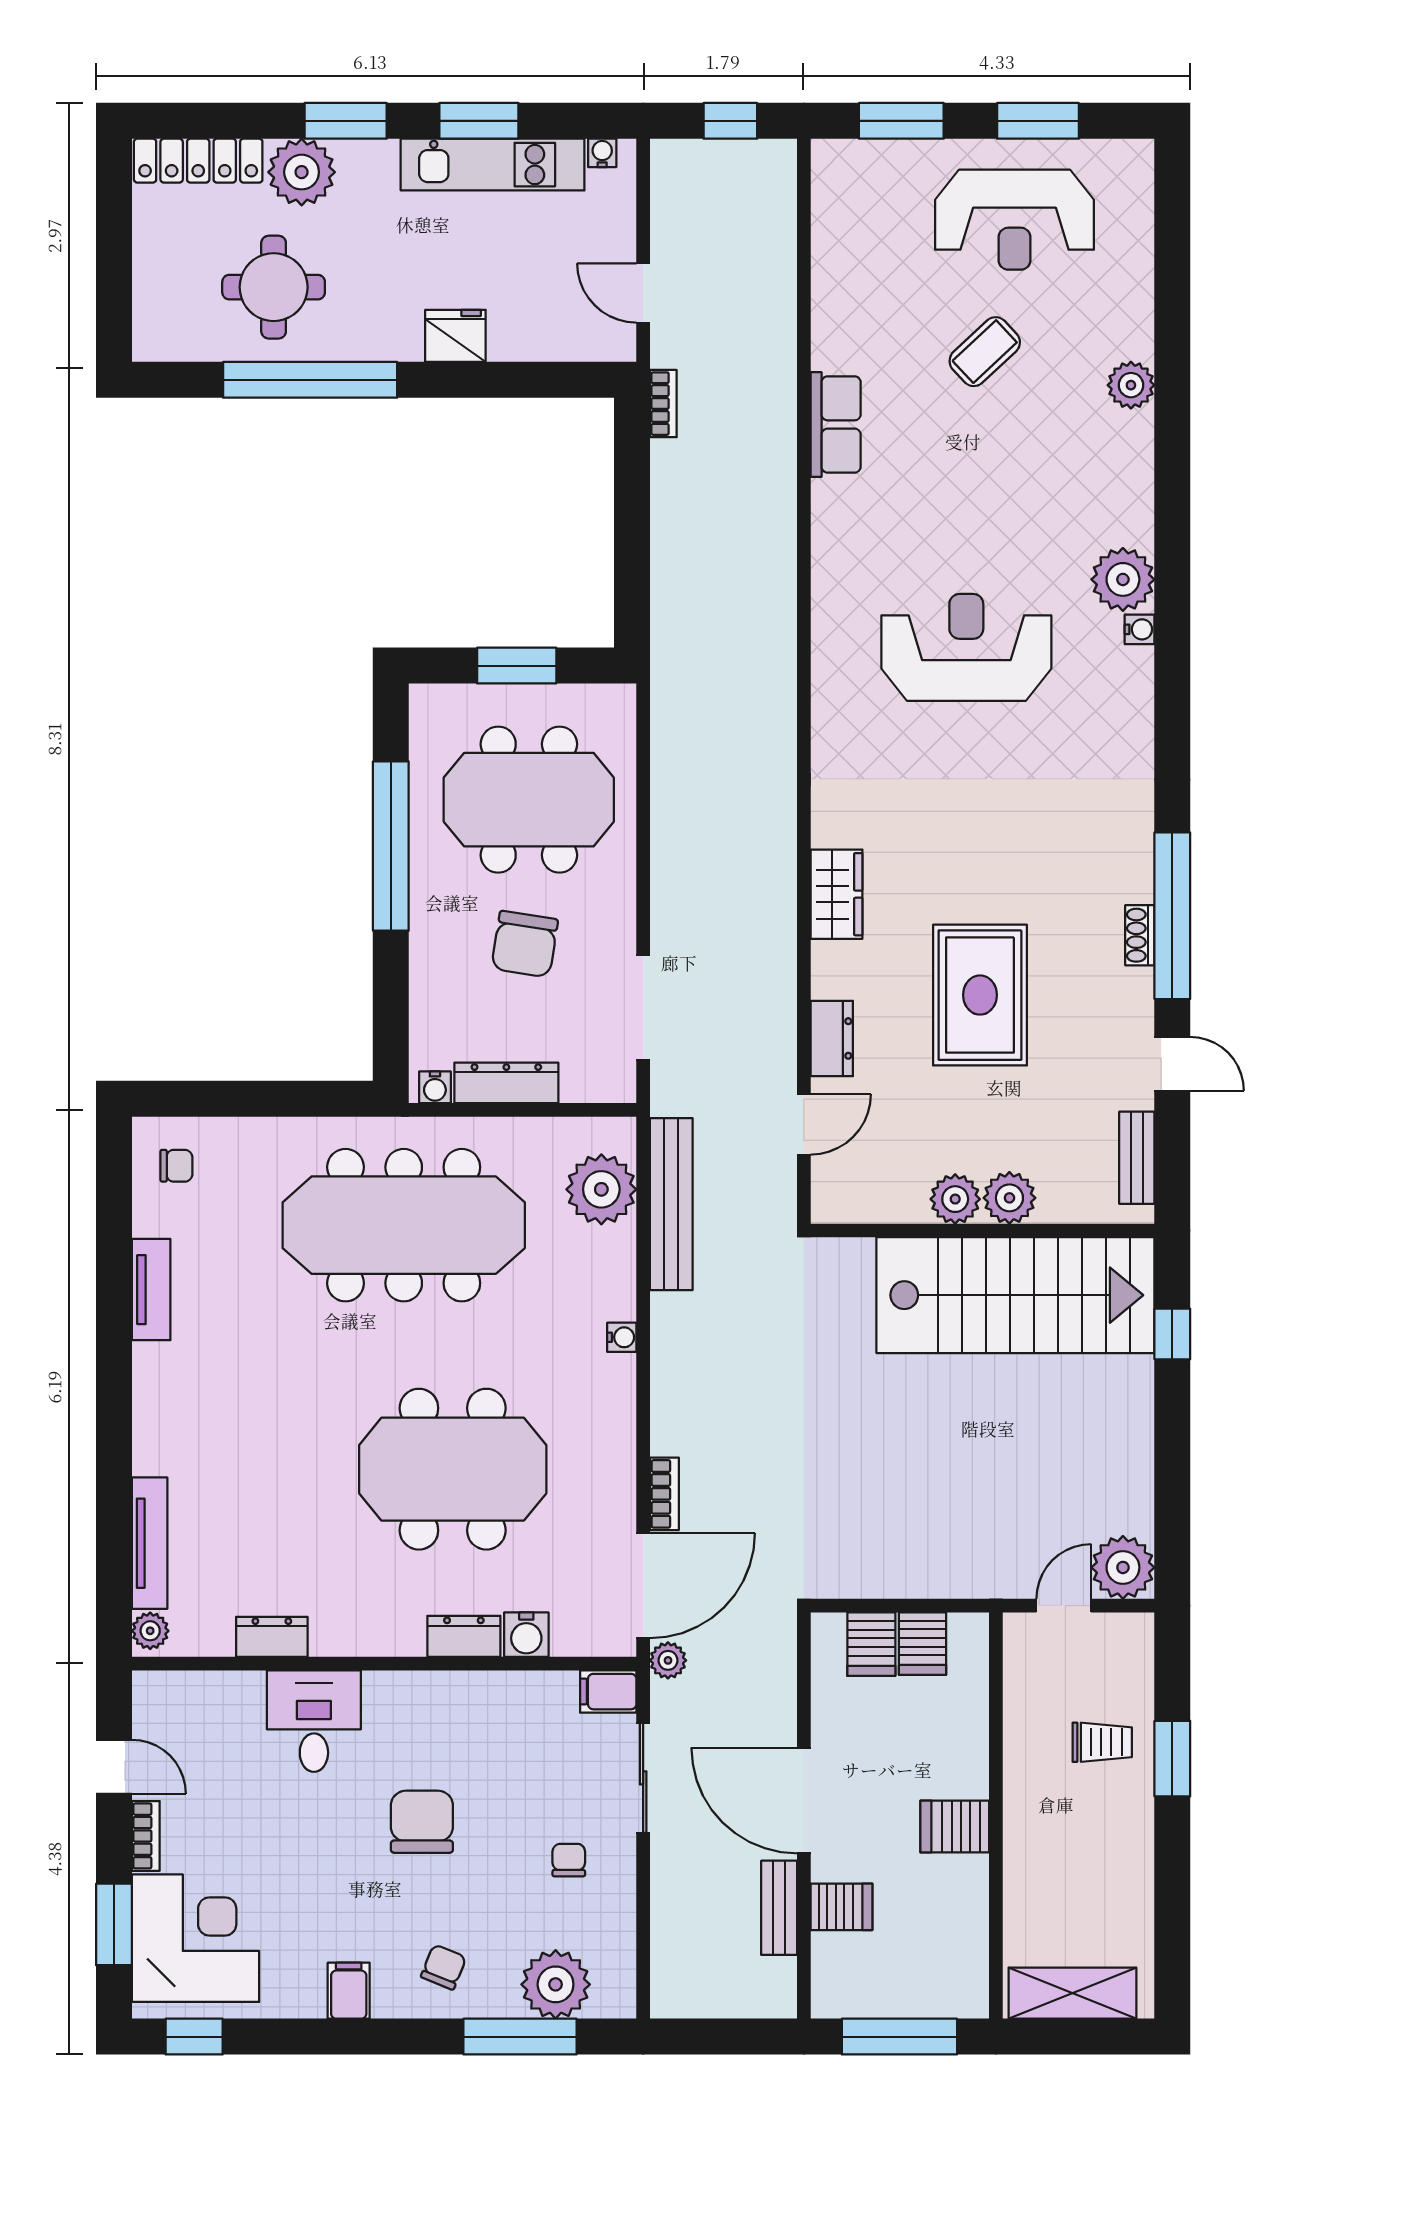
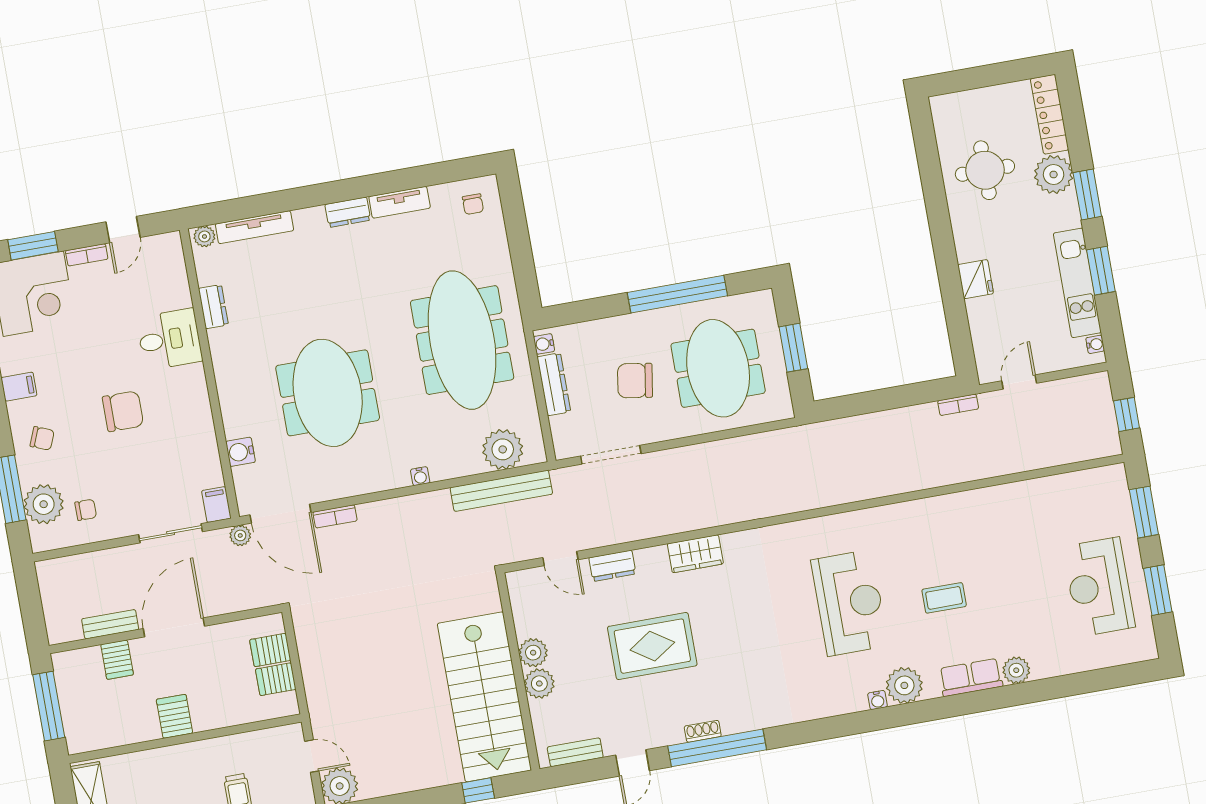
coffee table: (985, 352) -> (944, 598), moved, turned -47
window: (310, 380) -> (936, 201), removed
row of seats: (836, 424) -> (971, 677), moved, turned 180
dresser: (464, 1636) -> (348, 212), moved, turned 90
chair: (569, 1860) -> (86, 510), moved

